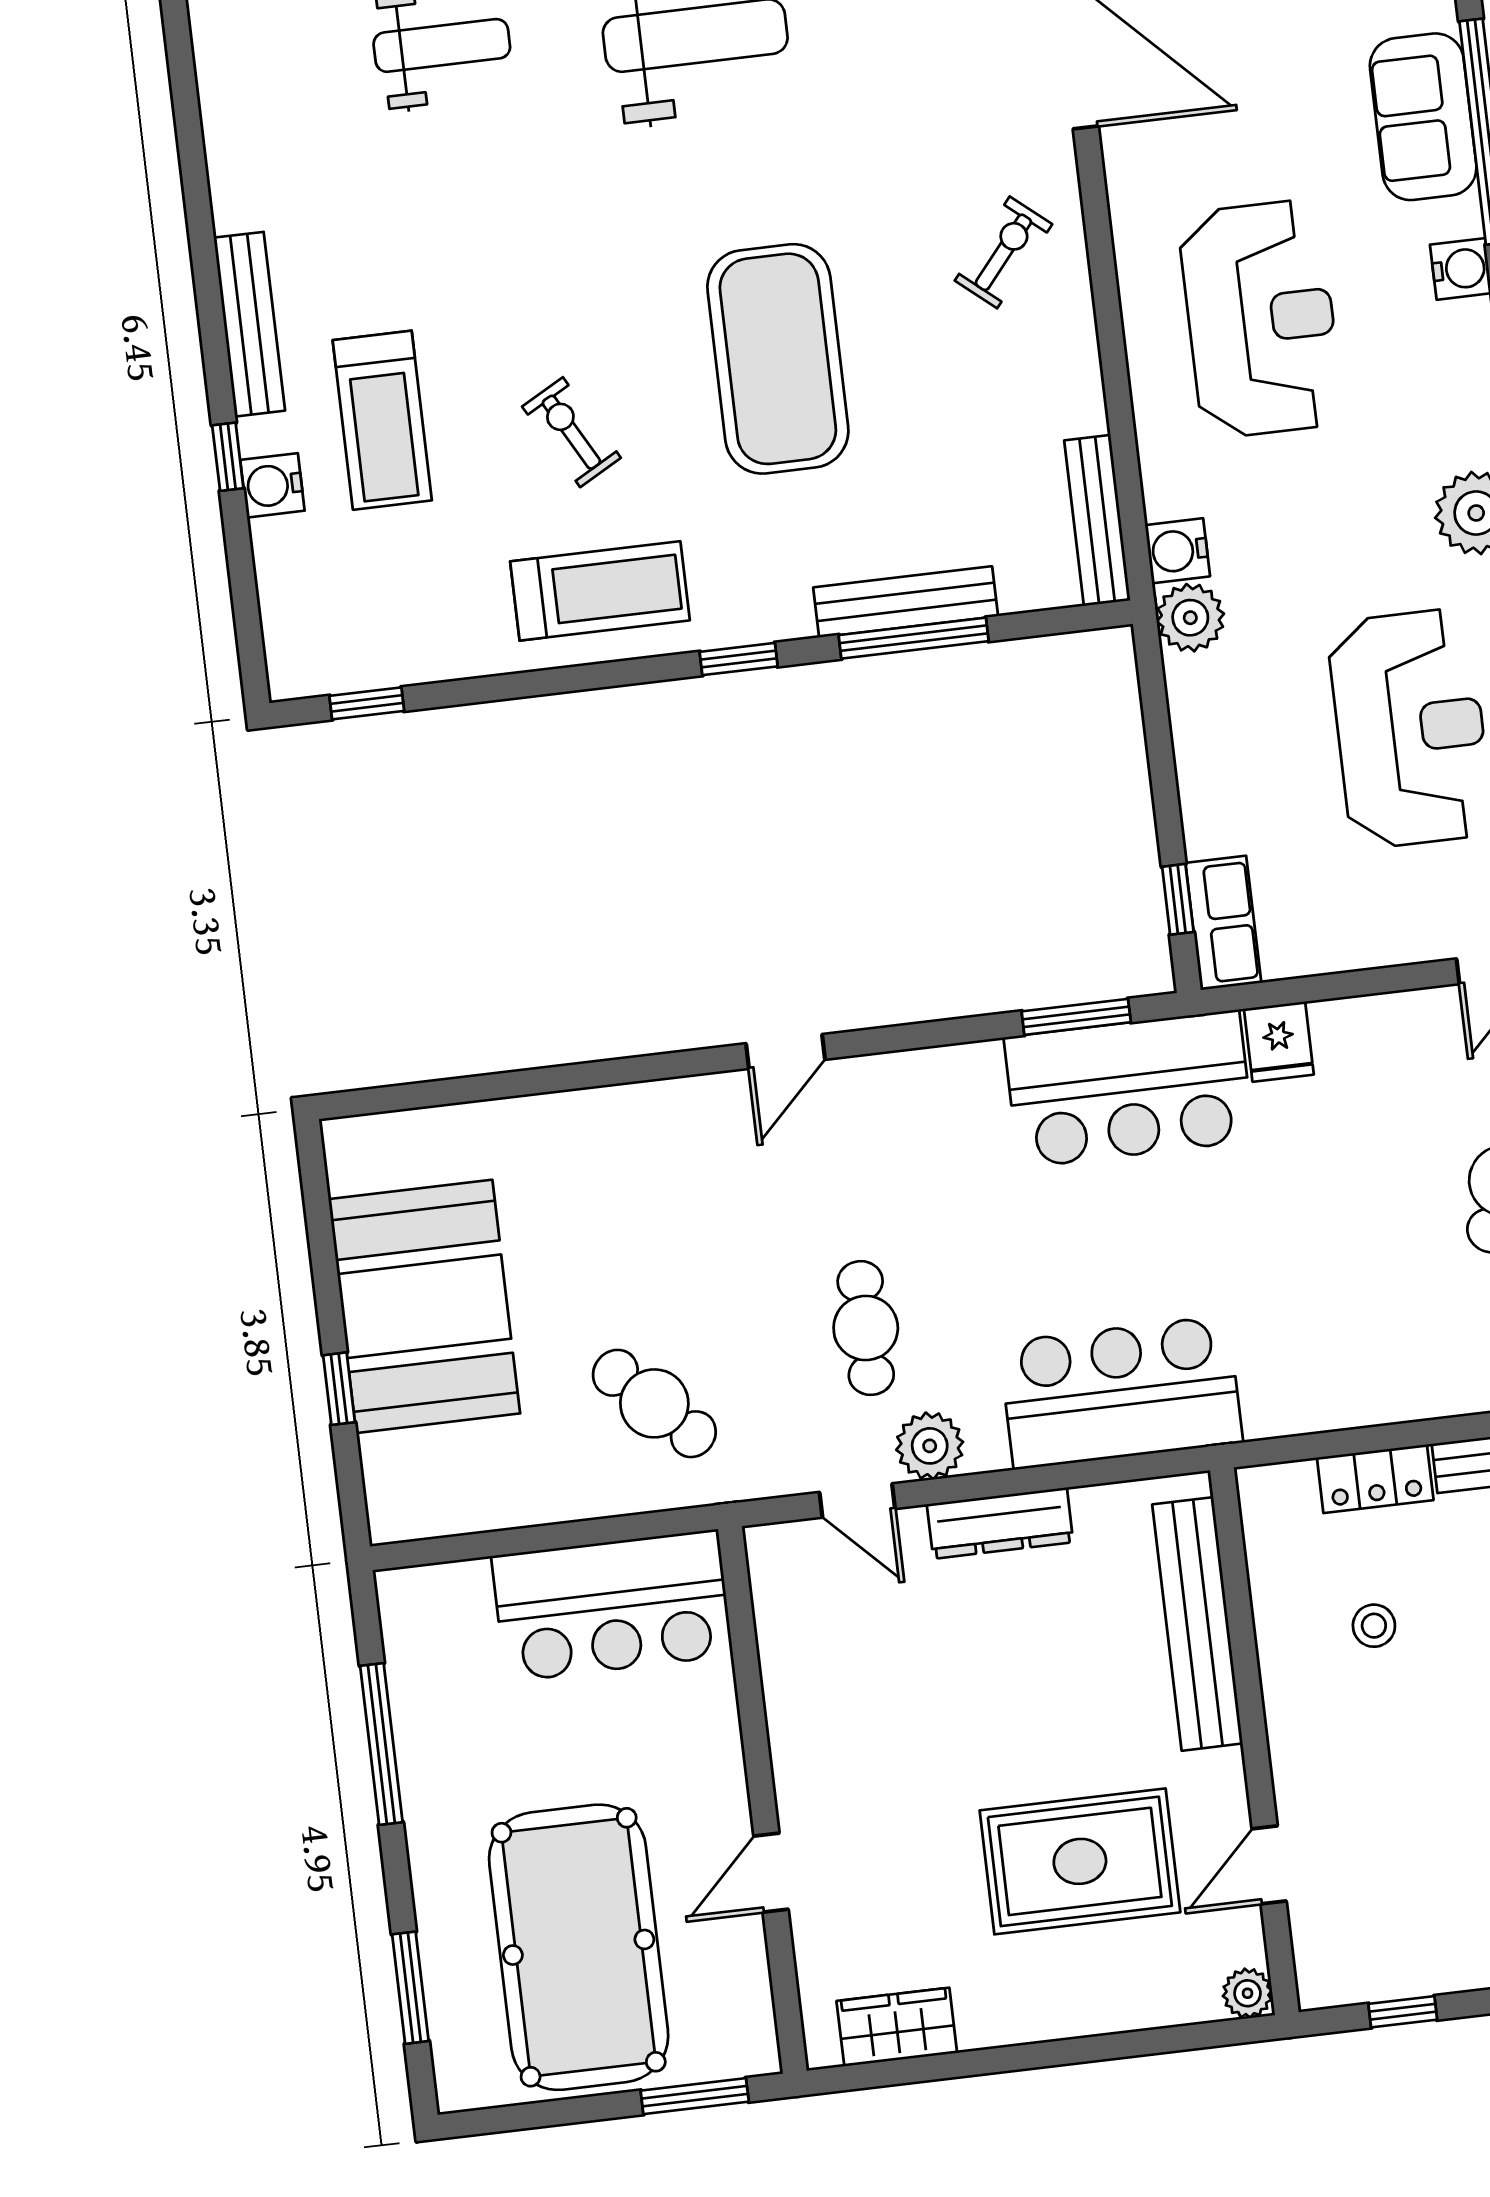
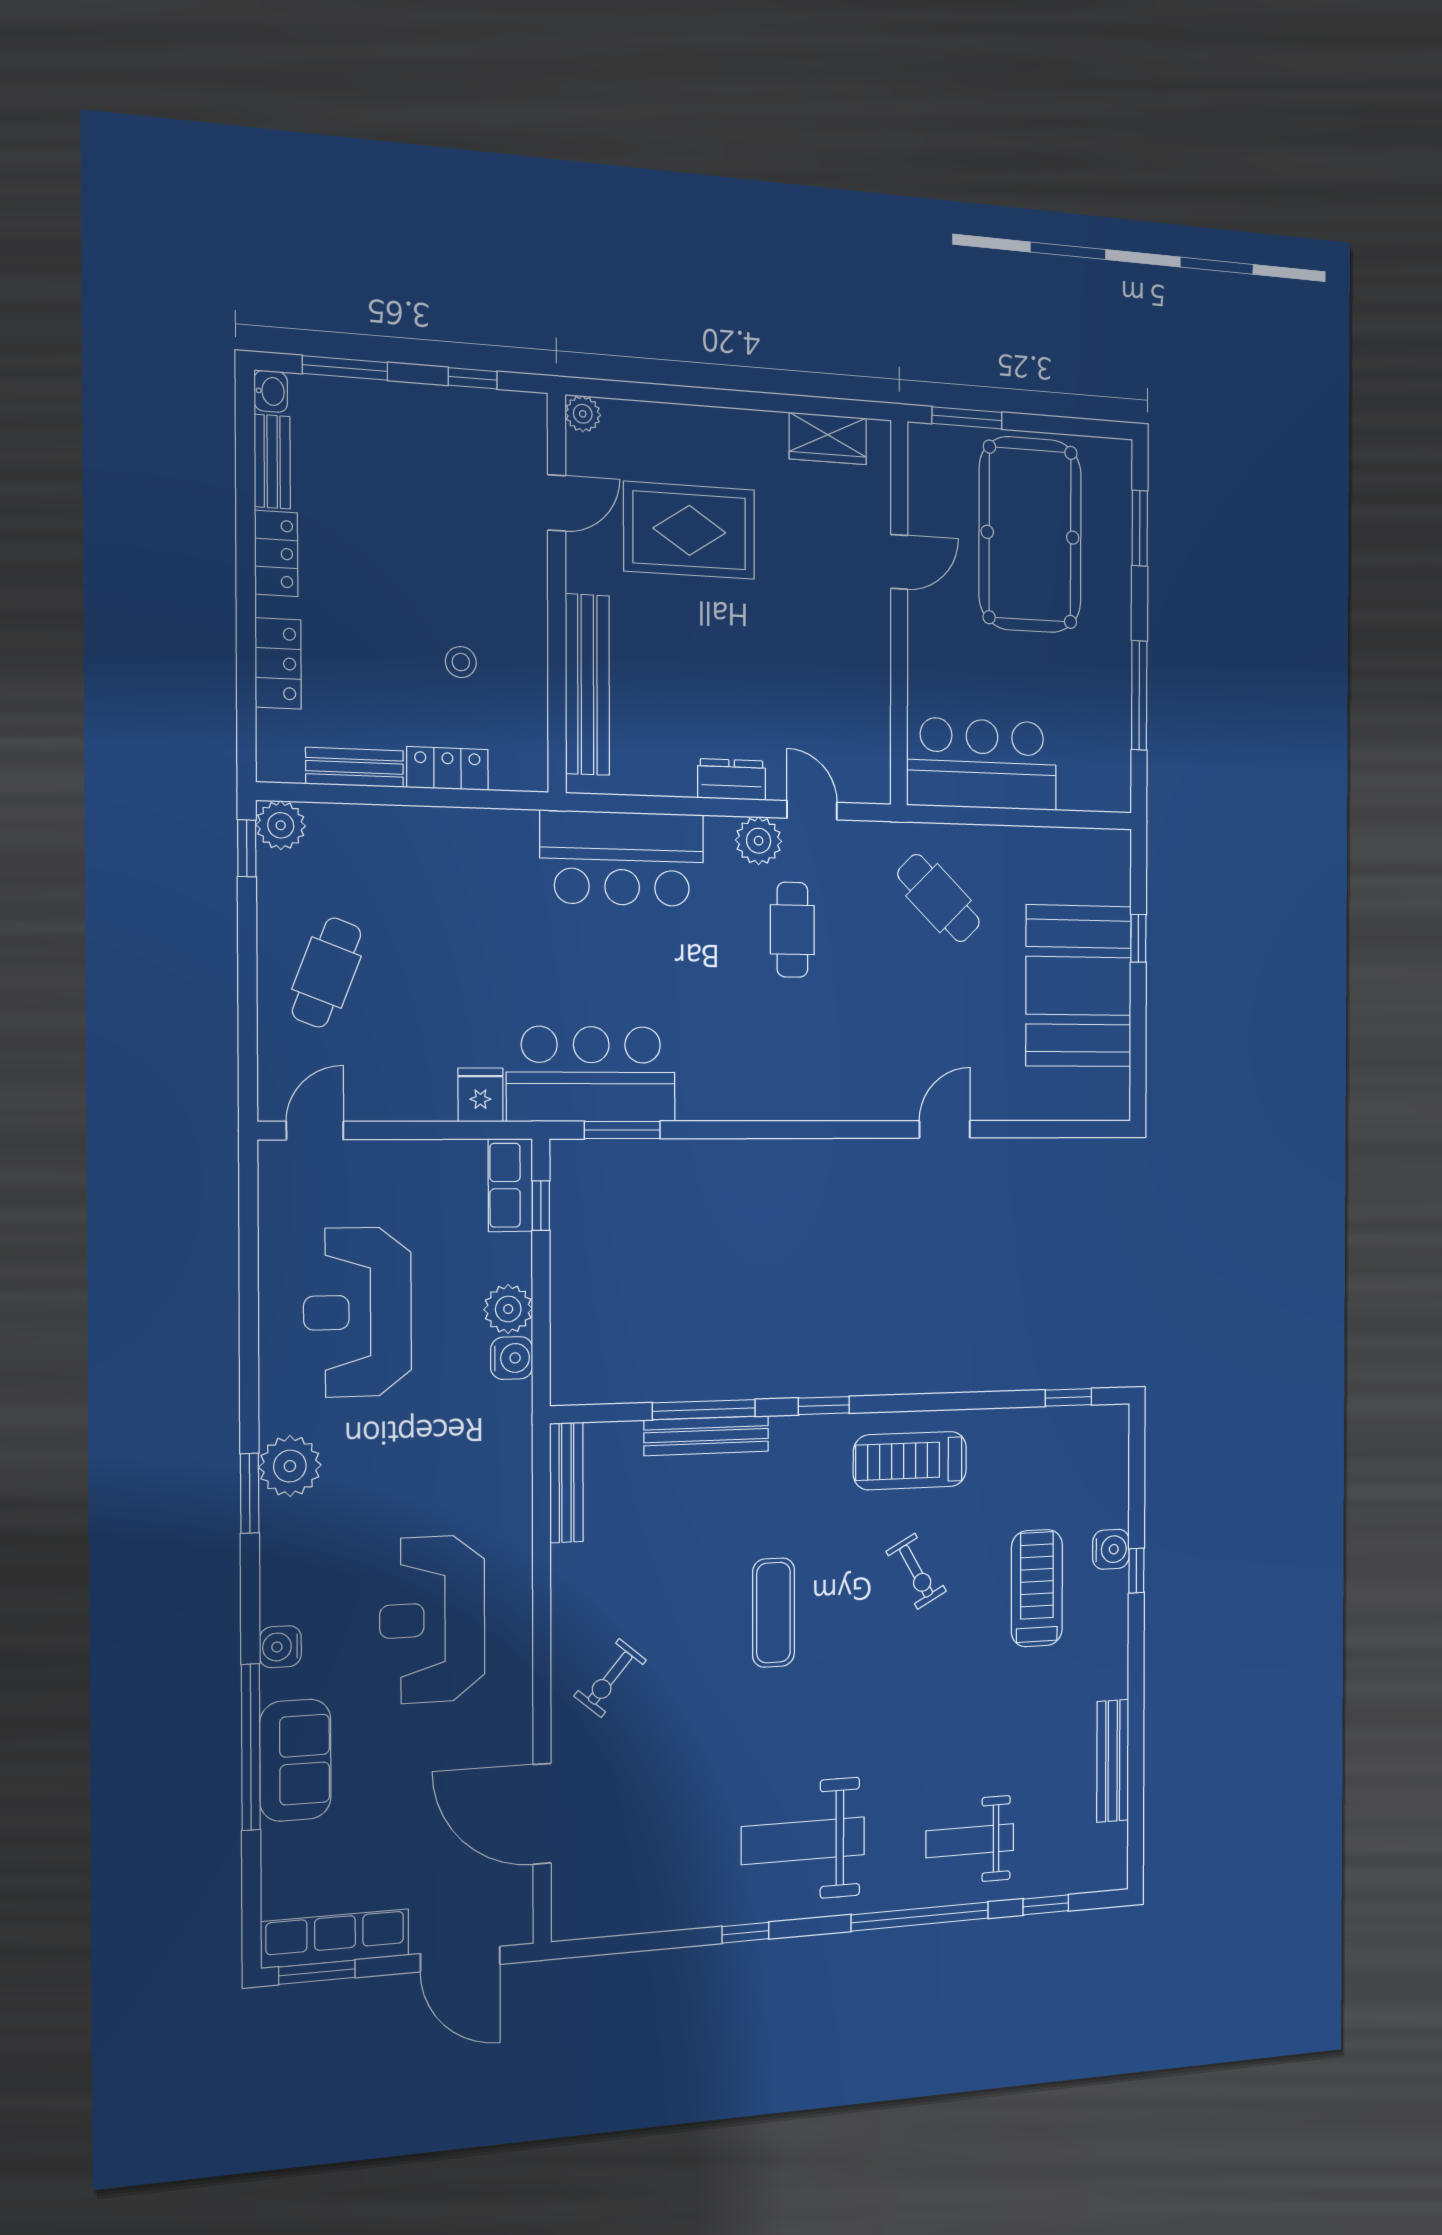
bench: (249, 324) -> (1113, 1761), moved
exercise mat: (778, 359) -> (774, 1613), width x0.50, depth x0.69
water cooler: (1178, 551) -> (512, 1358), moved
plant: (1190, 618) -> (508, 1309), moved
door: (785, 1052) -> (945, 1129), moved
dresser: (1000, 1523) -> (732, 779), width x0.70

